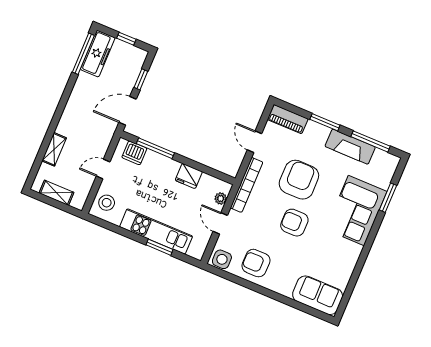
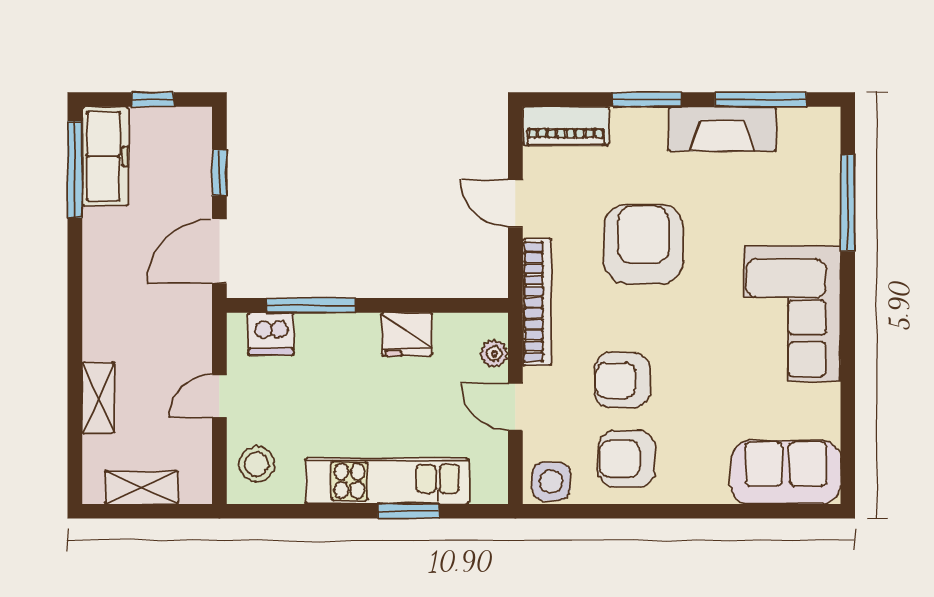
window: (388, 198) -> (848, 203), width x1.44
corner sofa: (356, 211) -> (792, 313), moved
armchair: (294, 223) -> (622, 380), moved

